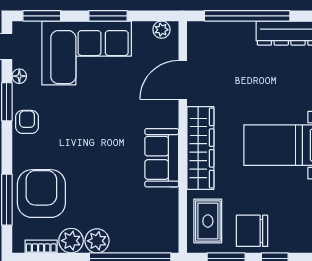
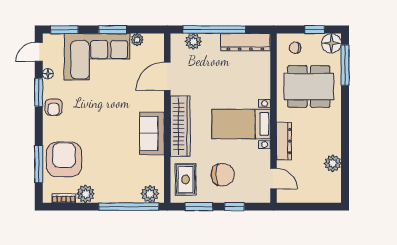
plant: (161, 30) -> (137, 40), moved
plant: (218, 32) -> (193, 41), added
armchair: (27, 122) -> (54, 107), turned 180
chair: (252, 231) -> (223, 175), moved, turned 180
plant: (97, 241) -> (150, 194), moved

